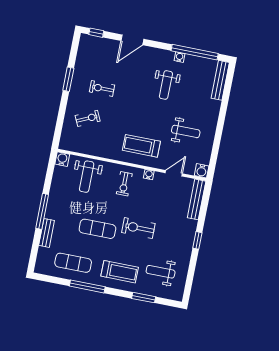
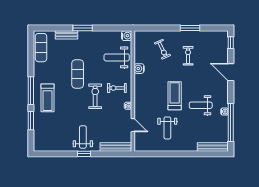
treadmill: (141, 146) -> (175, 96), moved
water cooler: (202, 171) -> (139, 69), moved
window: (42, 211) -> (83, 28), width x0.69
exercise bike: (138, 228) -> (95, 96), moved
exercise mat: (73, 263) -> (41, 48), moved
weight bench: (161, 272) -> (83, 137), moved
window: (87, 286) -> (31, 91), moved

